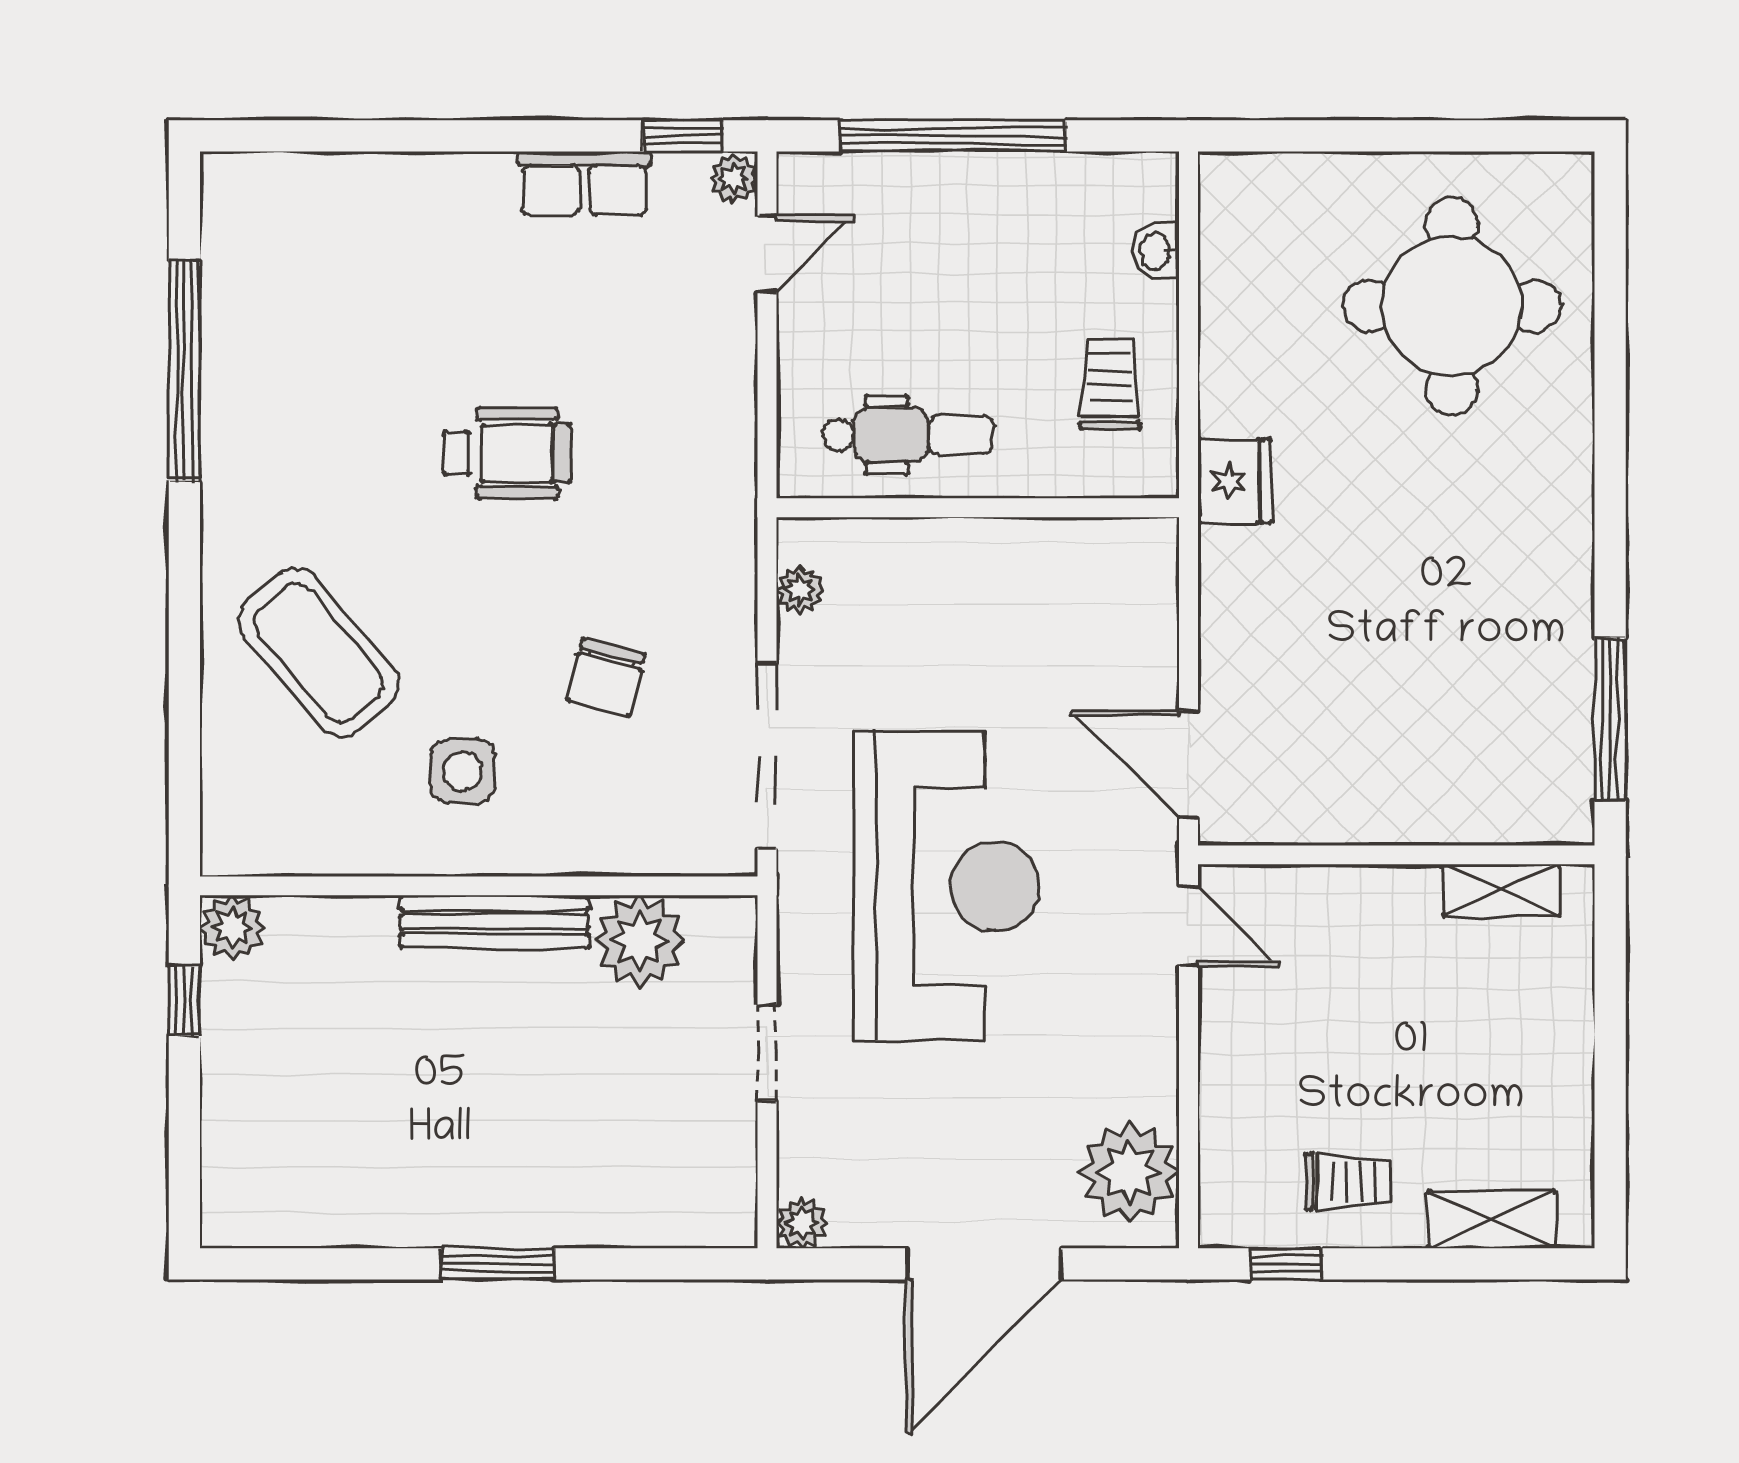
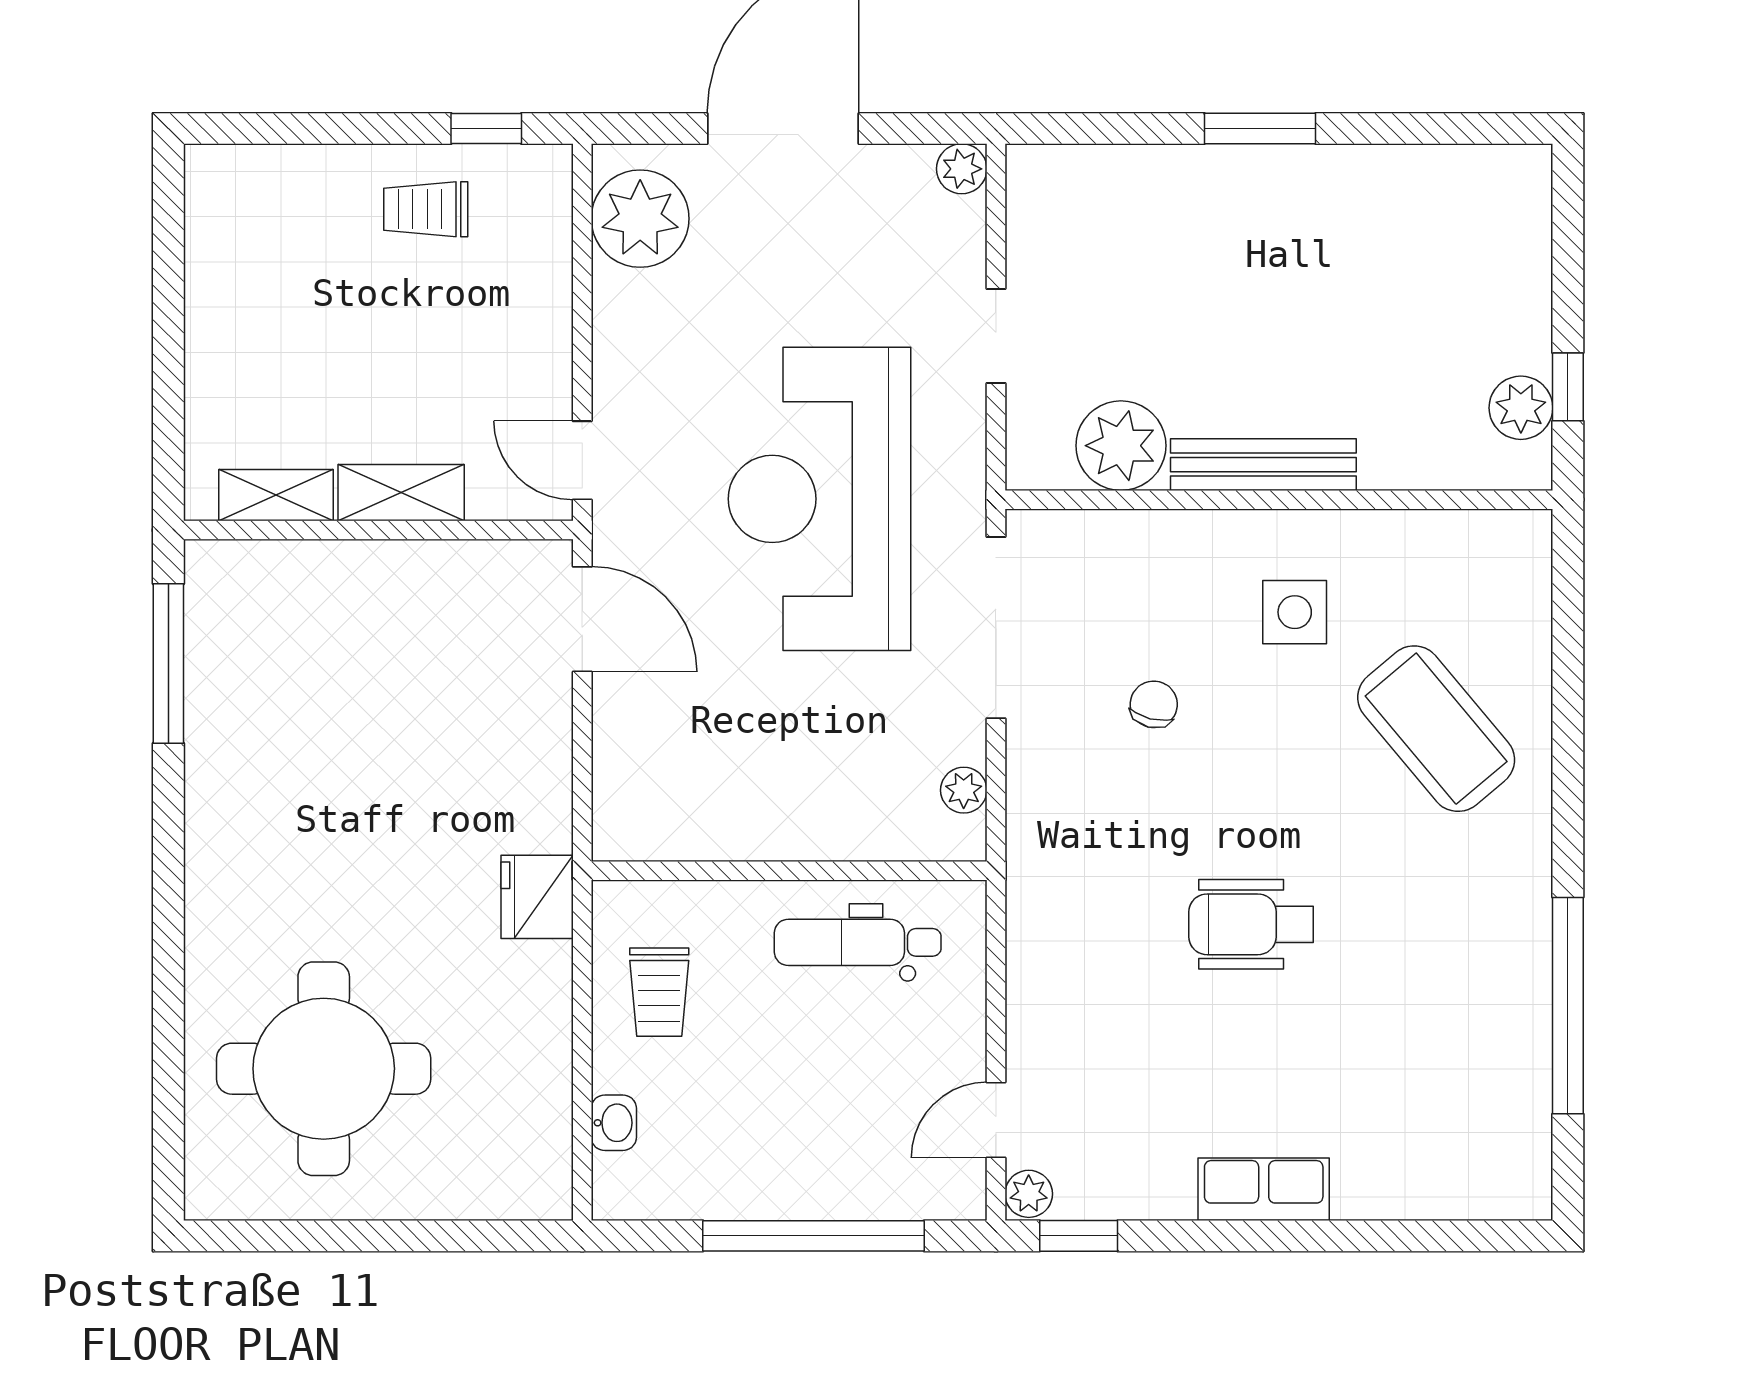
row of seats: (584, 183) -> (1264, 1189), moved
chair: (606, 677) -> (1154, 704), width x0.73, depth x0.73
plant: (232, 928) -> (1521, 408), moved
shelving: (1492, 1220) -> (401, 493), moved

